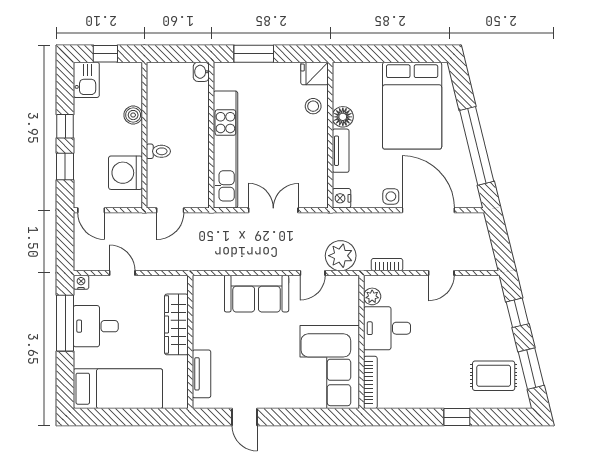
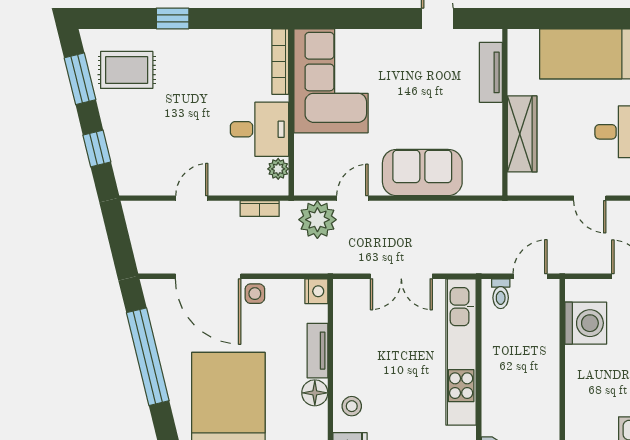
boiler: (133, 115) -> (576, 395), removed
toilet: (158, 151) -> (501, 294), moved, turned -90

